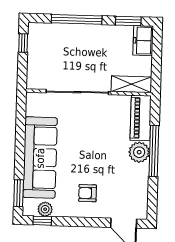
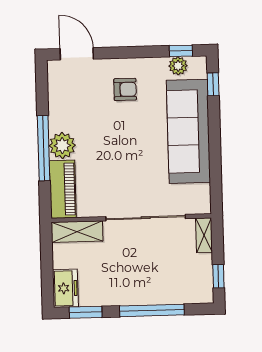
shelving: (32, 76) -> (204, 235), added
window: (19, 193) -> (213, 84), width x0.67

